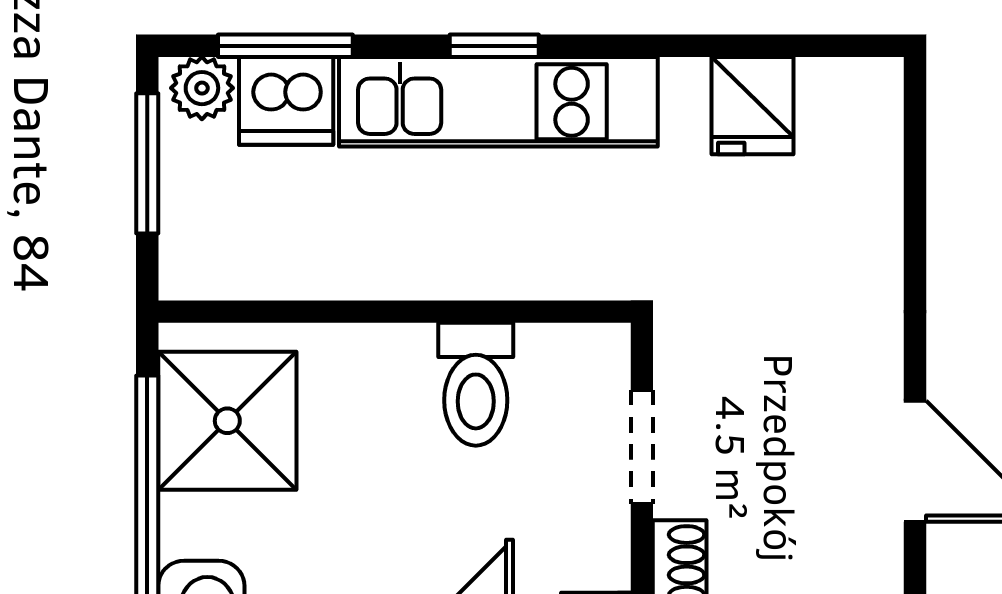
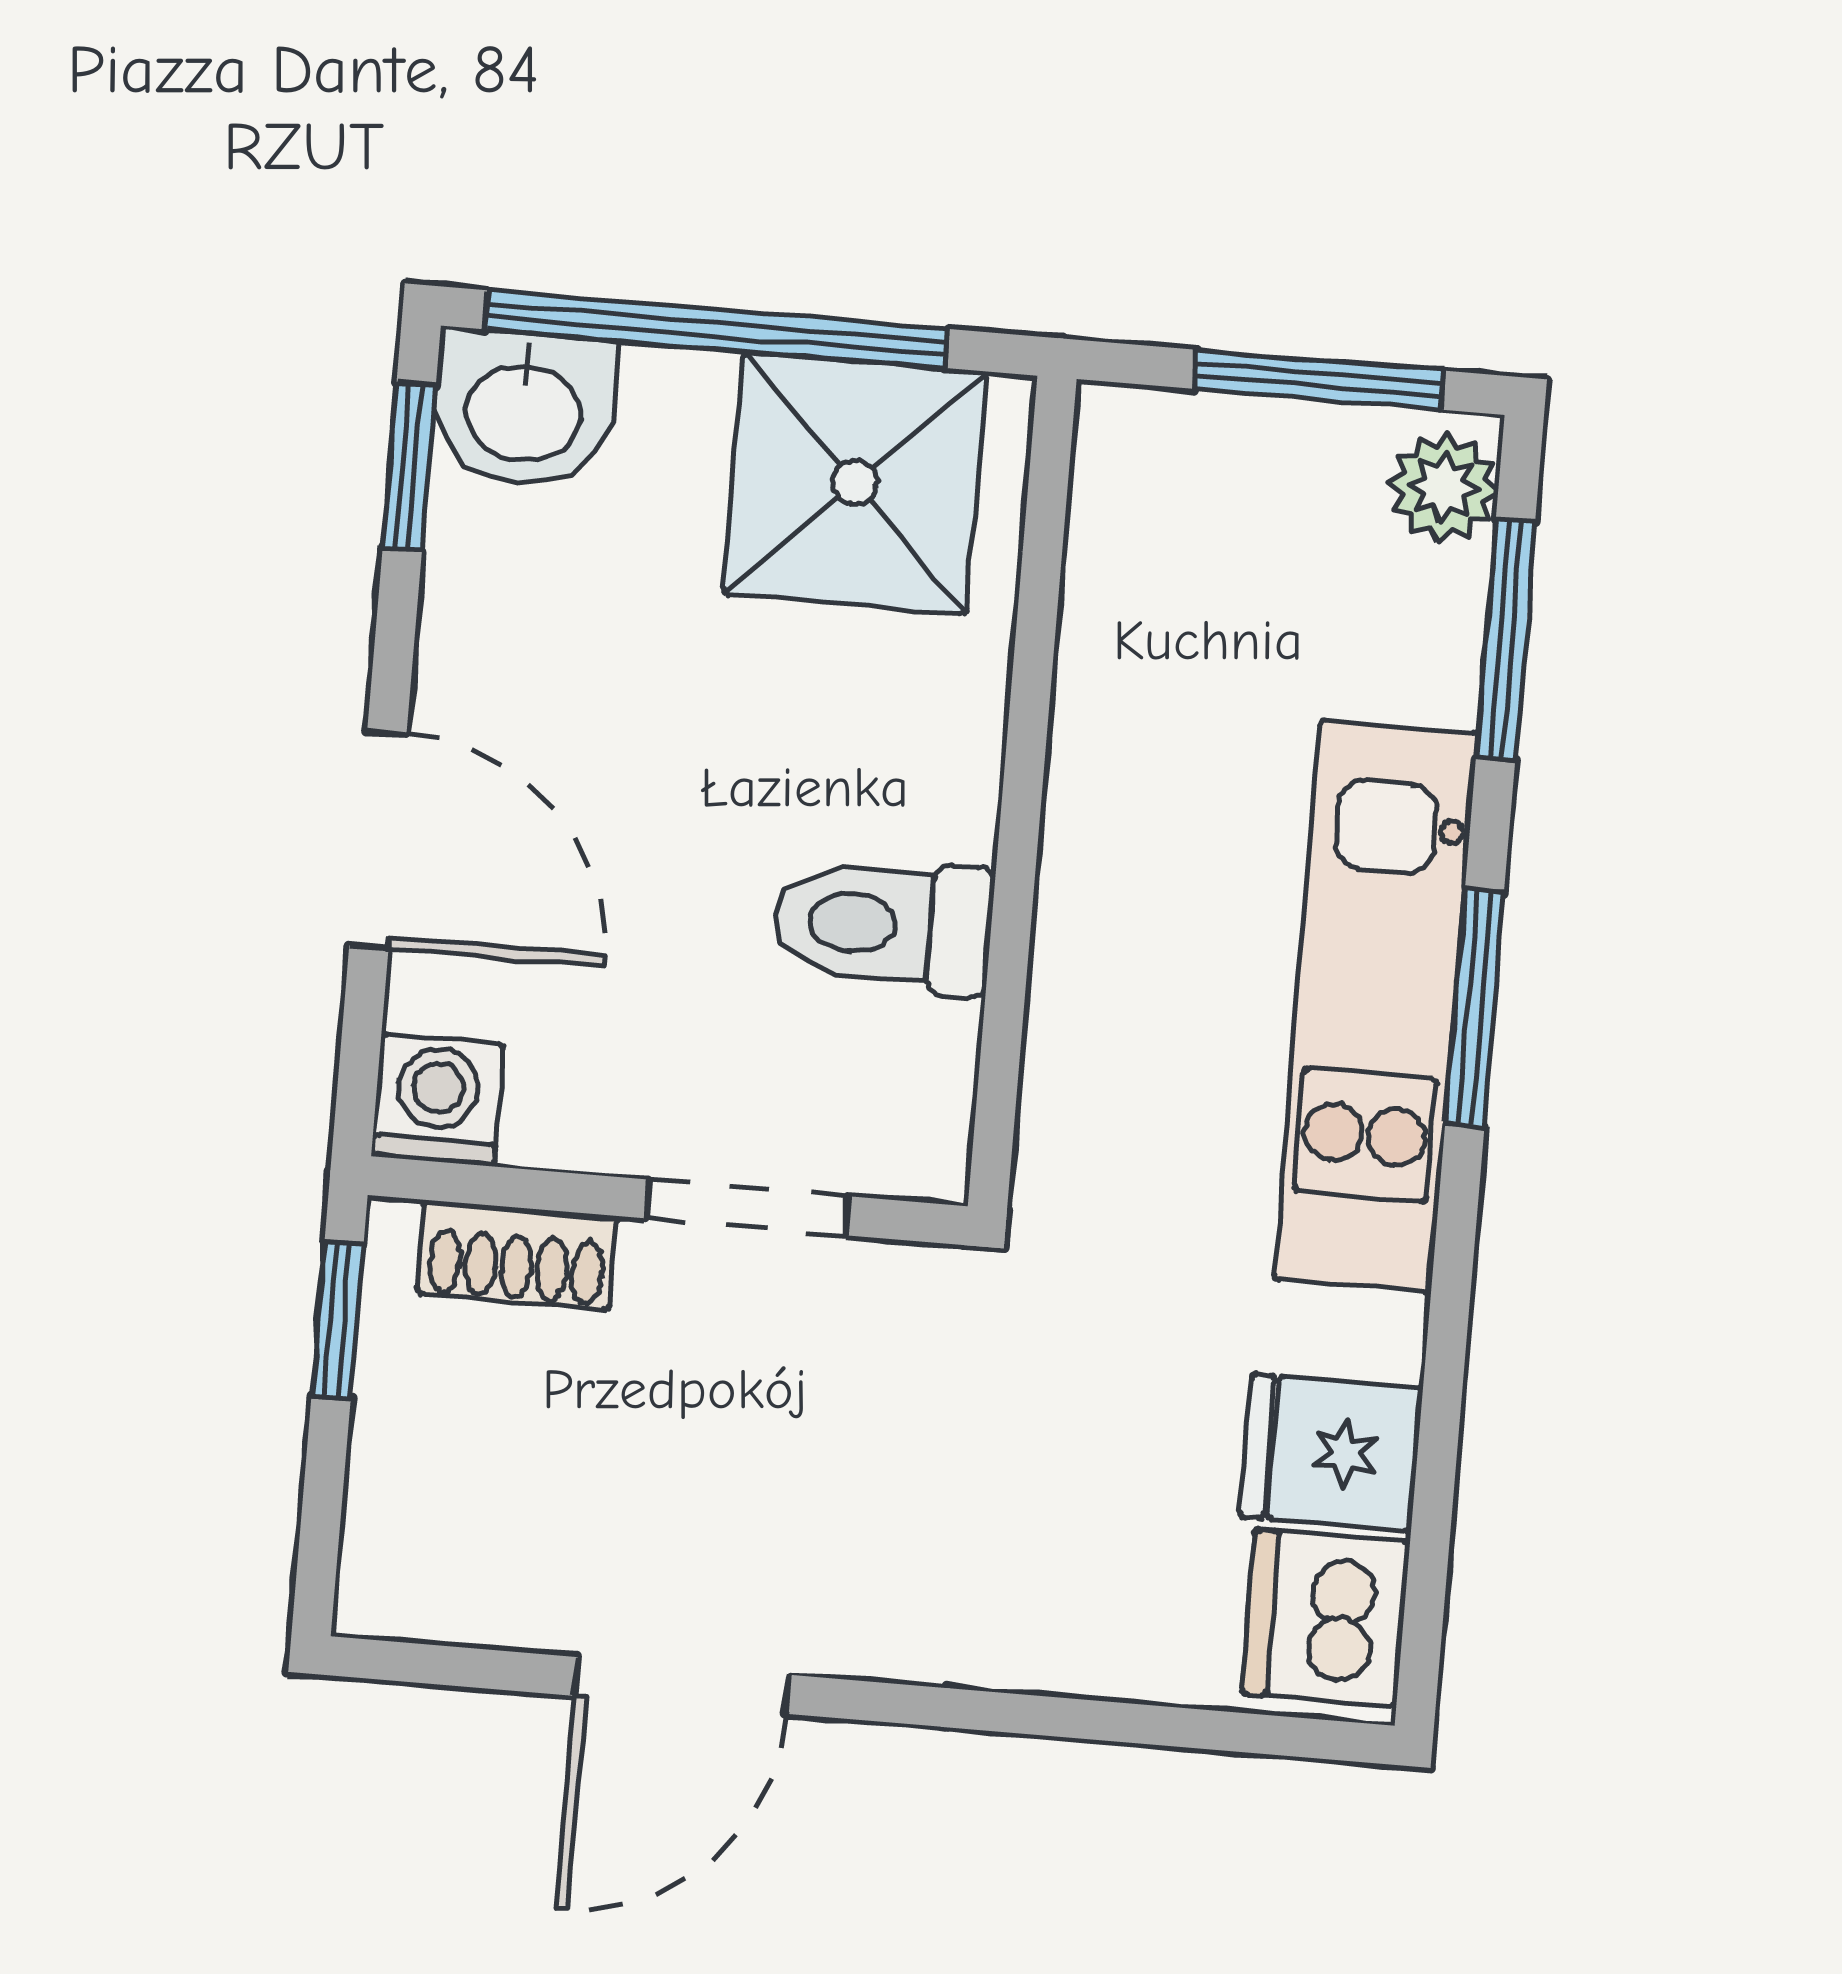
window: (494, 46) -> (1475, 1007), width x1.50
dishwasher: (286, 101) -> (1326, 1618), moved

